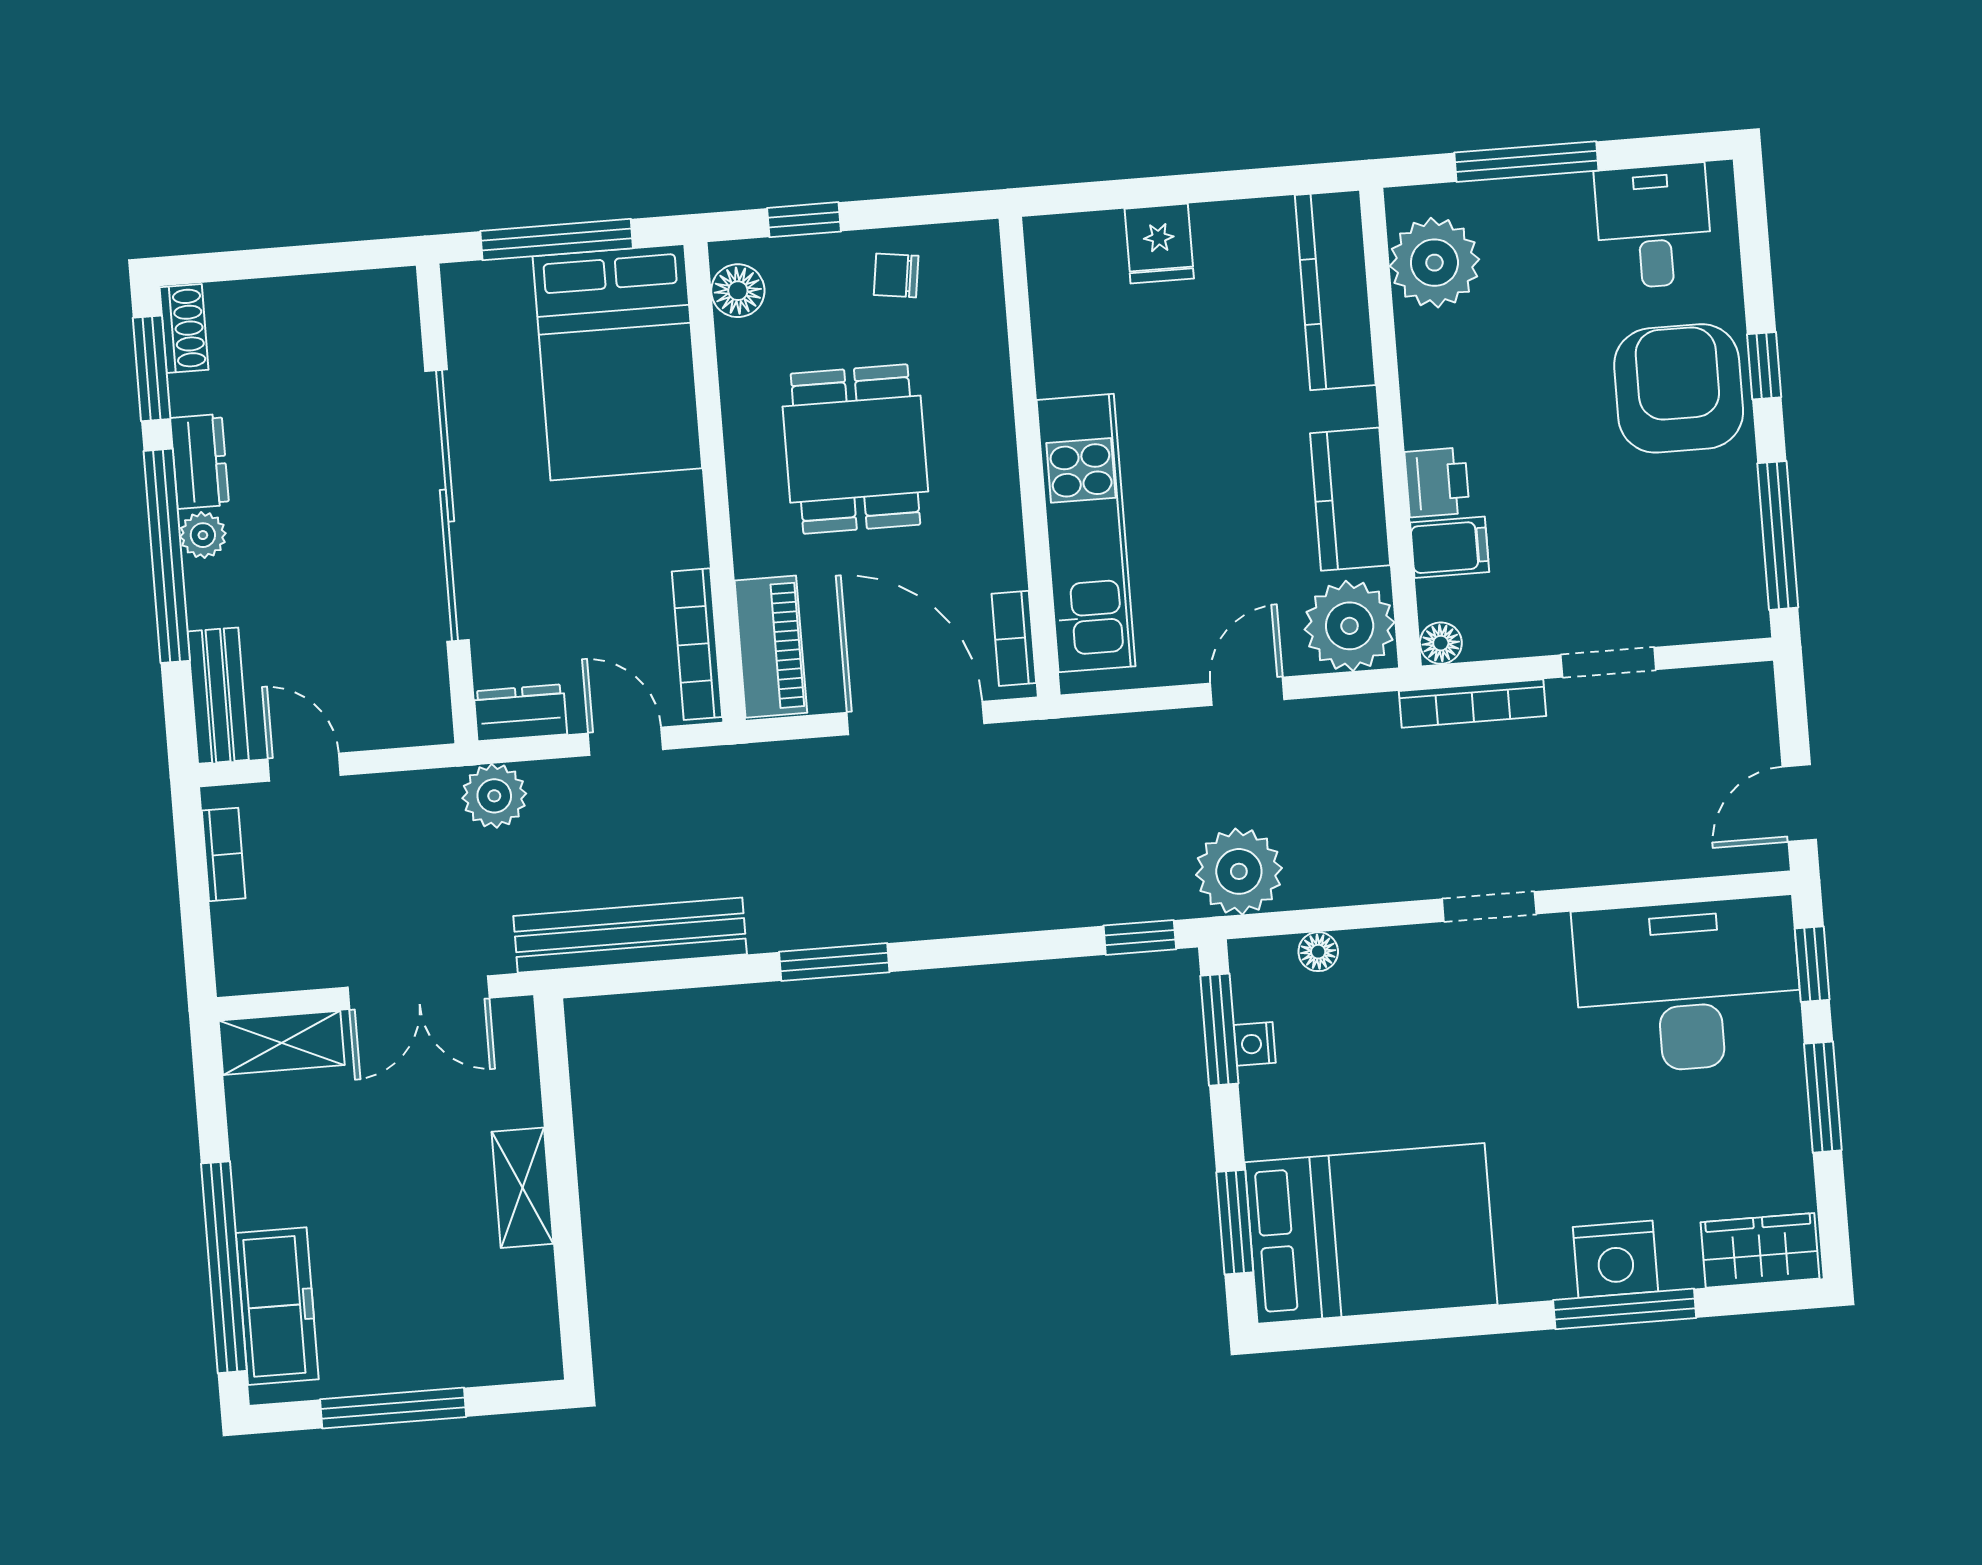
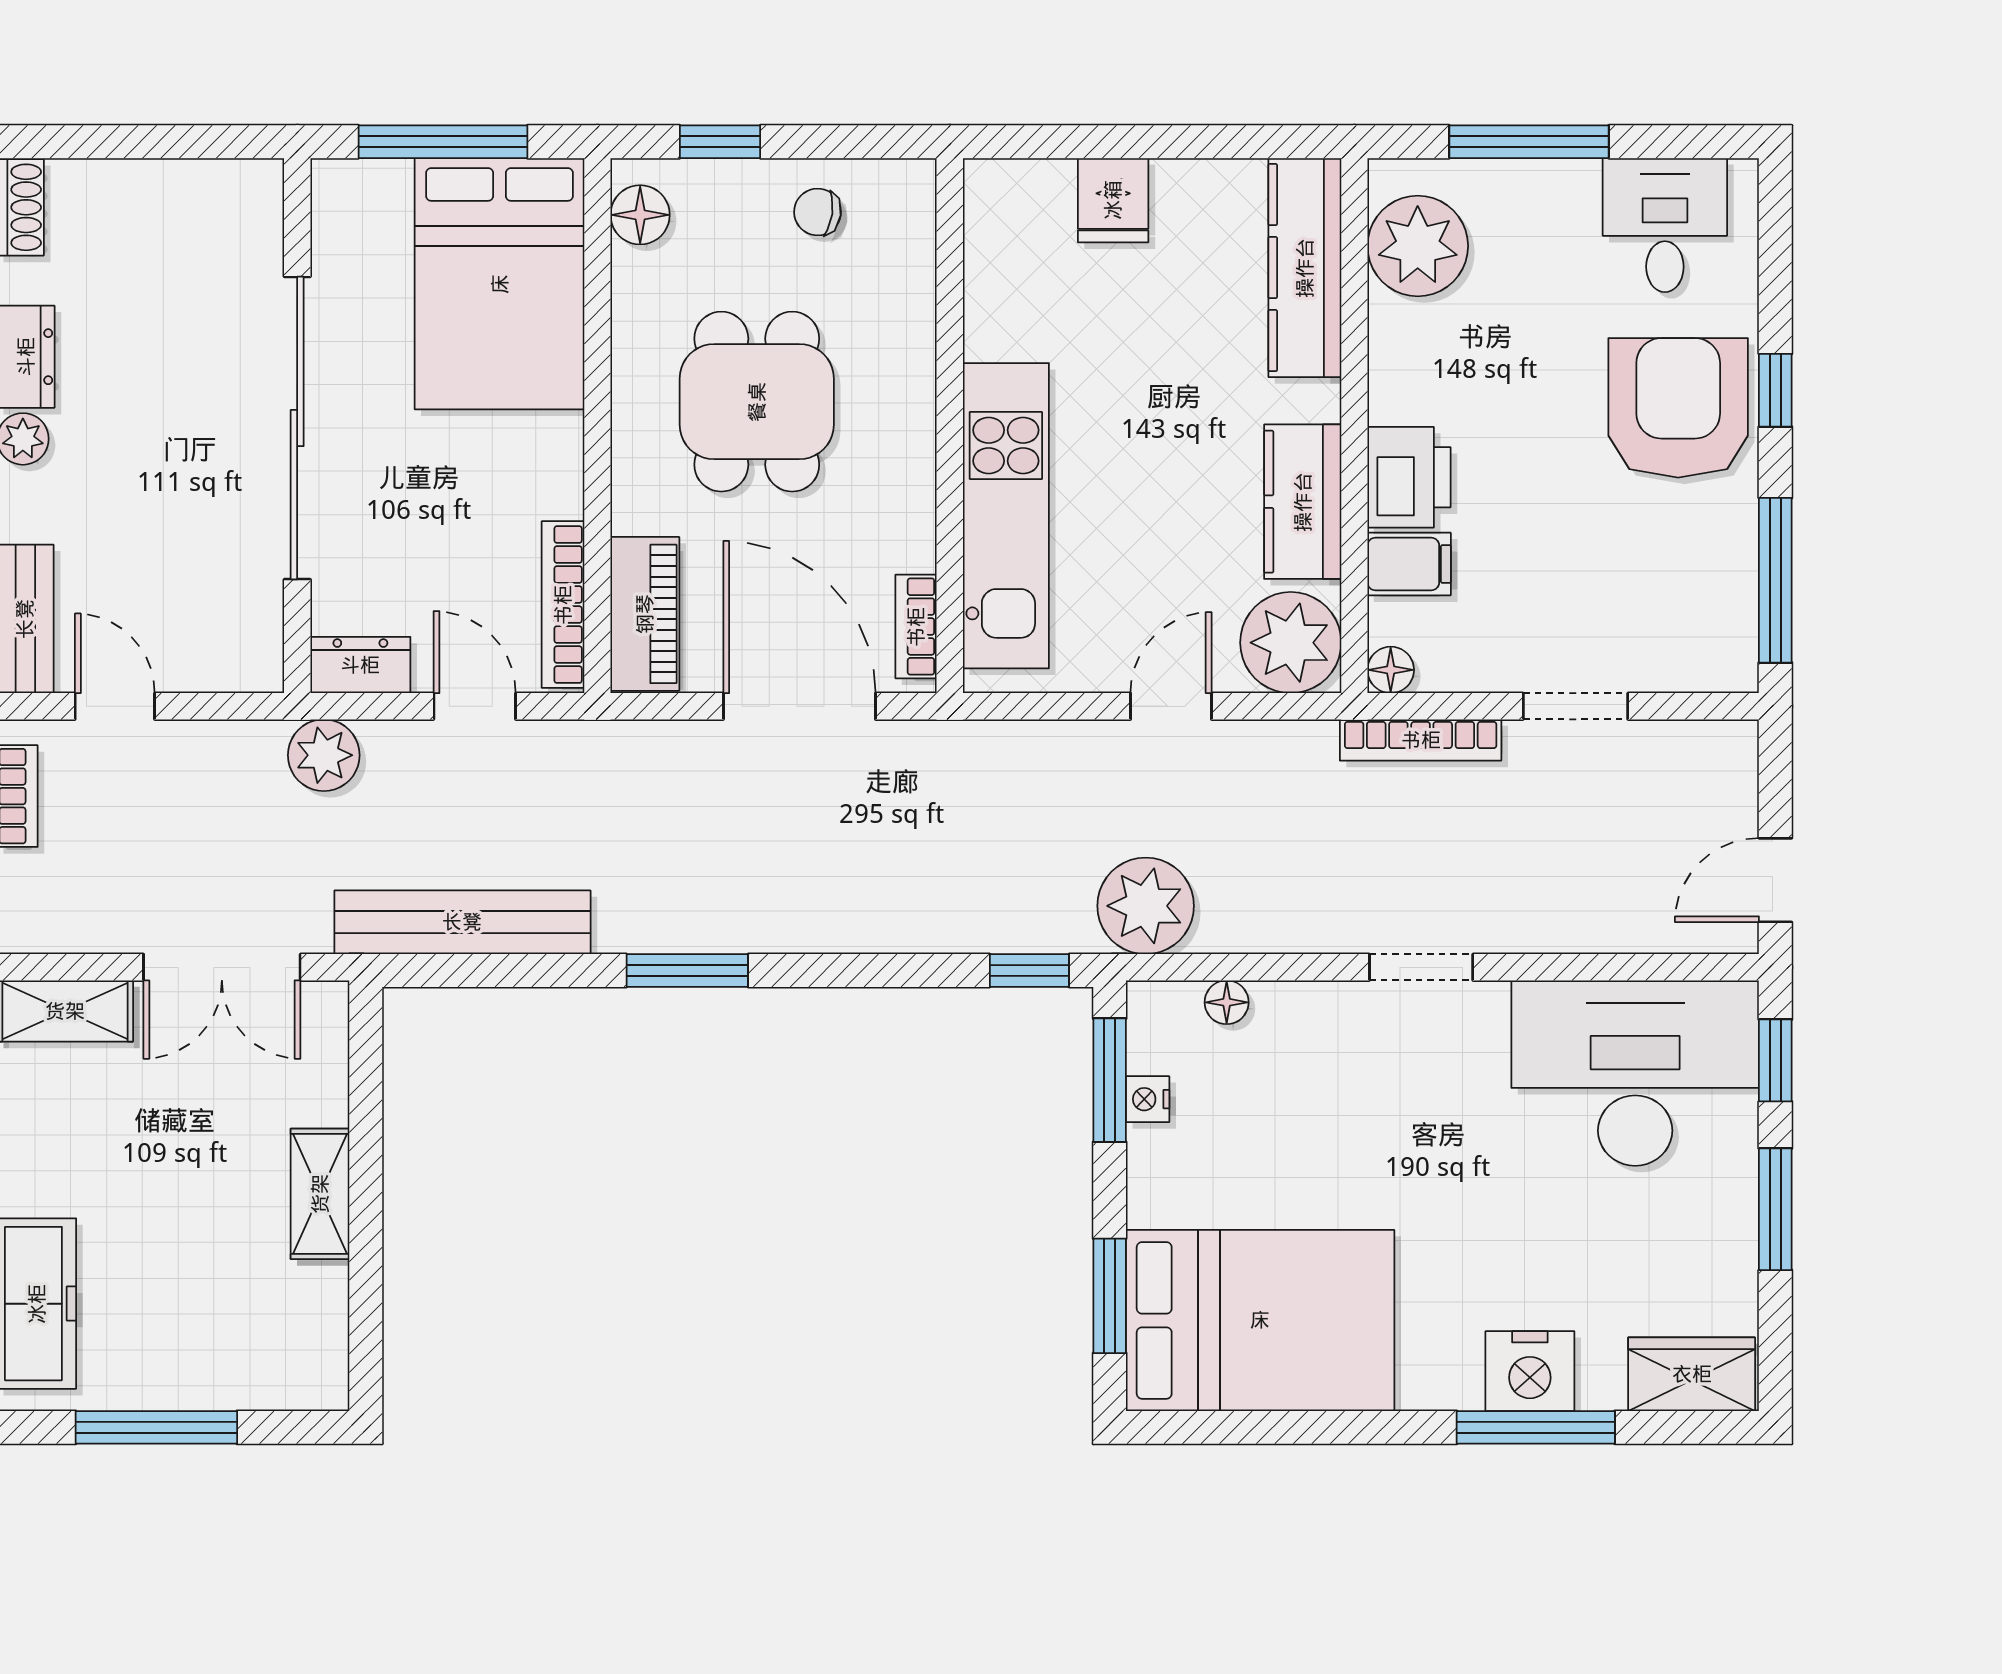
printer: (1437, 482) -> (1409, 477), width x1.36, depth x1.24

